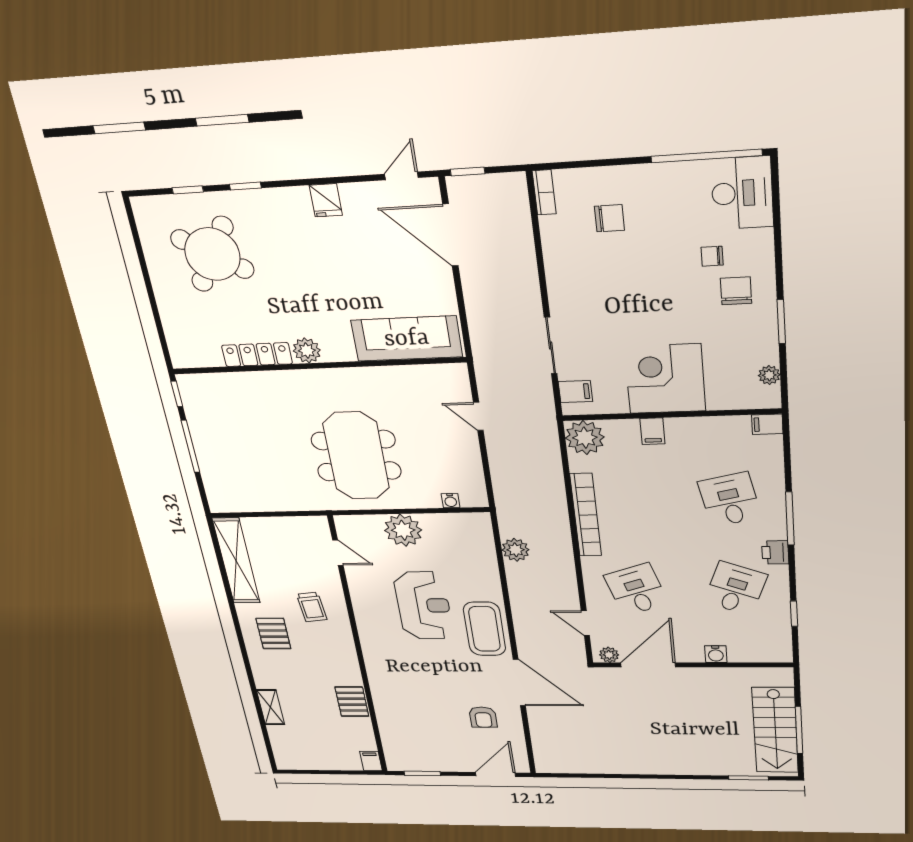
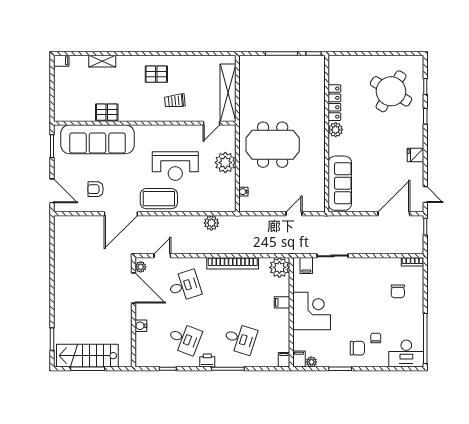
filing cabinet: (764, 398) -> (299, 359), added
desk: (730, 500) -> (240, 339), turned 30
shelving: (236, 561) -> (228, 93), moved, turned 90
sofa: (399, 714) -> (98, 139), added
filing cabinet: (371, 761) -> (61, 61), moved

